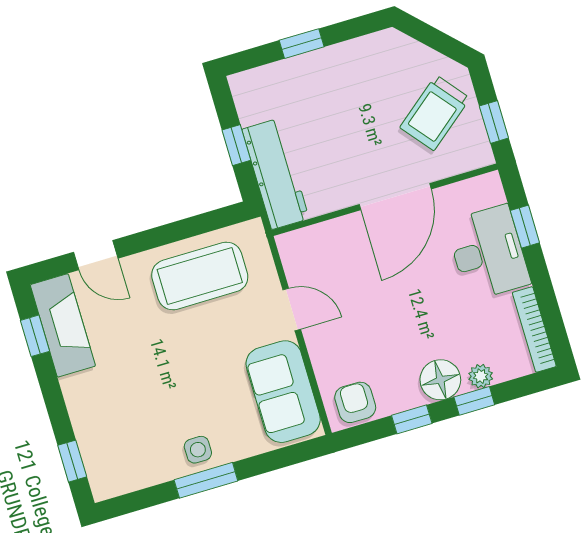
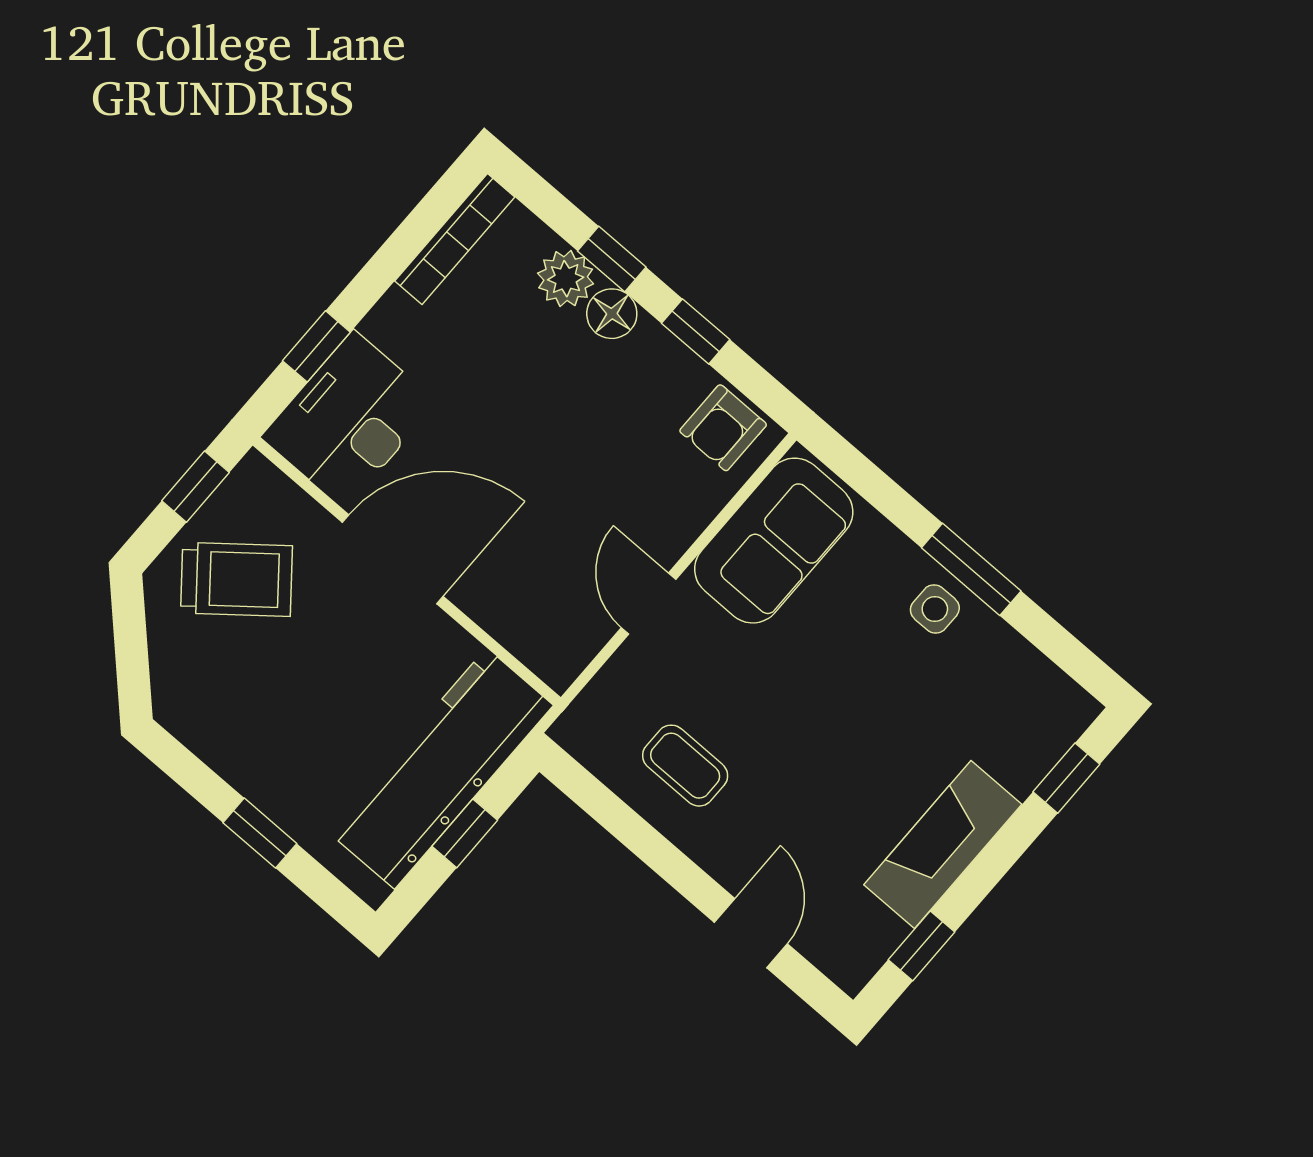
workbench: (276, 174) -> (440, 768), width x1.36, depth x1.32
desk: (488, 253) -> (349, 420), moved
coffee table: (200, 276) -> (685, 766), width x0.54, depth x0.58
fireplace: (63, 325) -> (943, 845), moved
plant: (481, 376) -> (566, 279), width x1.38, depth x1.38
floor lamp: (440, 380) -> (612, 314), width x0.73, depth x0.73

